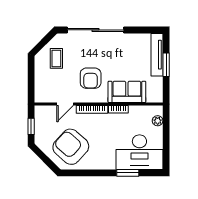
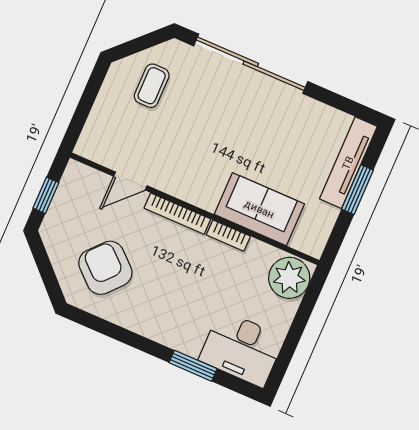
armchair: (91, 78) -> (201, 152), removed
plant: (158, 121) -> (289, 278), width x1.87, depth x1.87
armchair: (71, 147) -> (105, 268), width x0.73, depth x0.73
desk: (139, 152) -> (242, 349), width x0.73, depth x0.77

